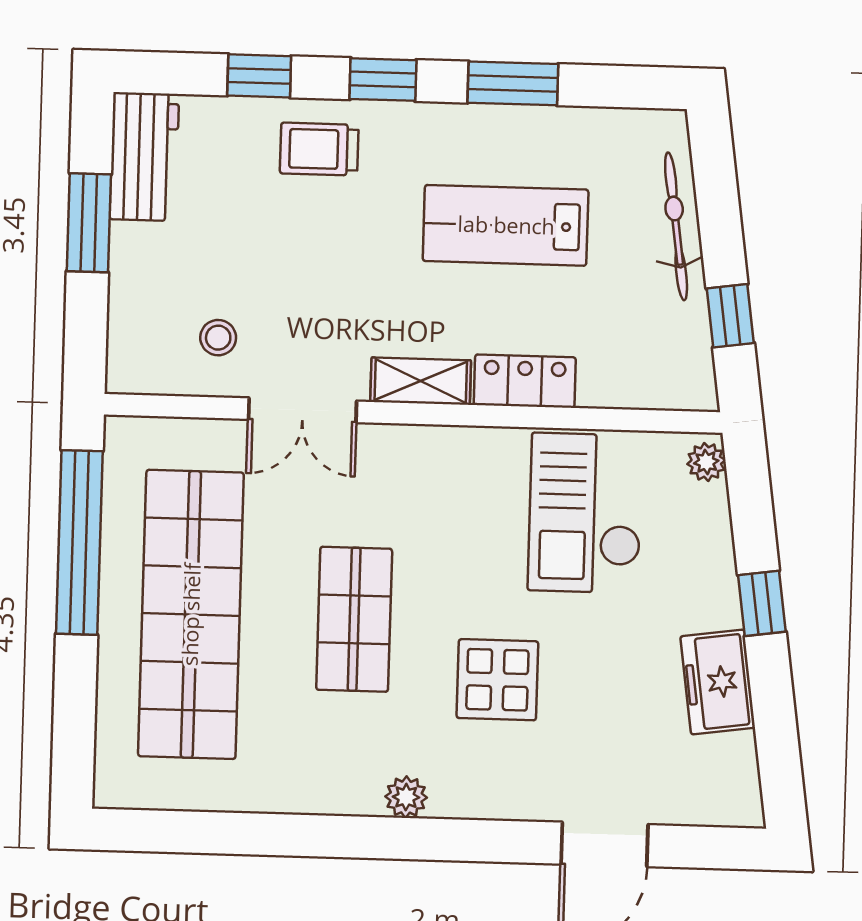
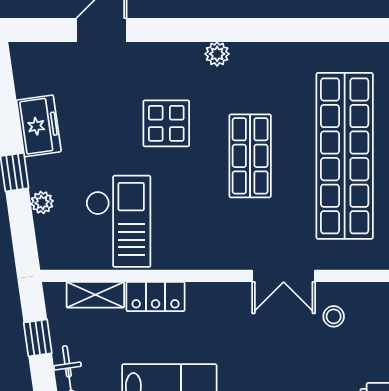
shelving: (421, 381) -> (95, 295), moved
double door: (303, 410) -> (284, 276), swing flipped
plant: (706, 462) -> (42, 202), moved

